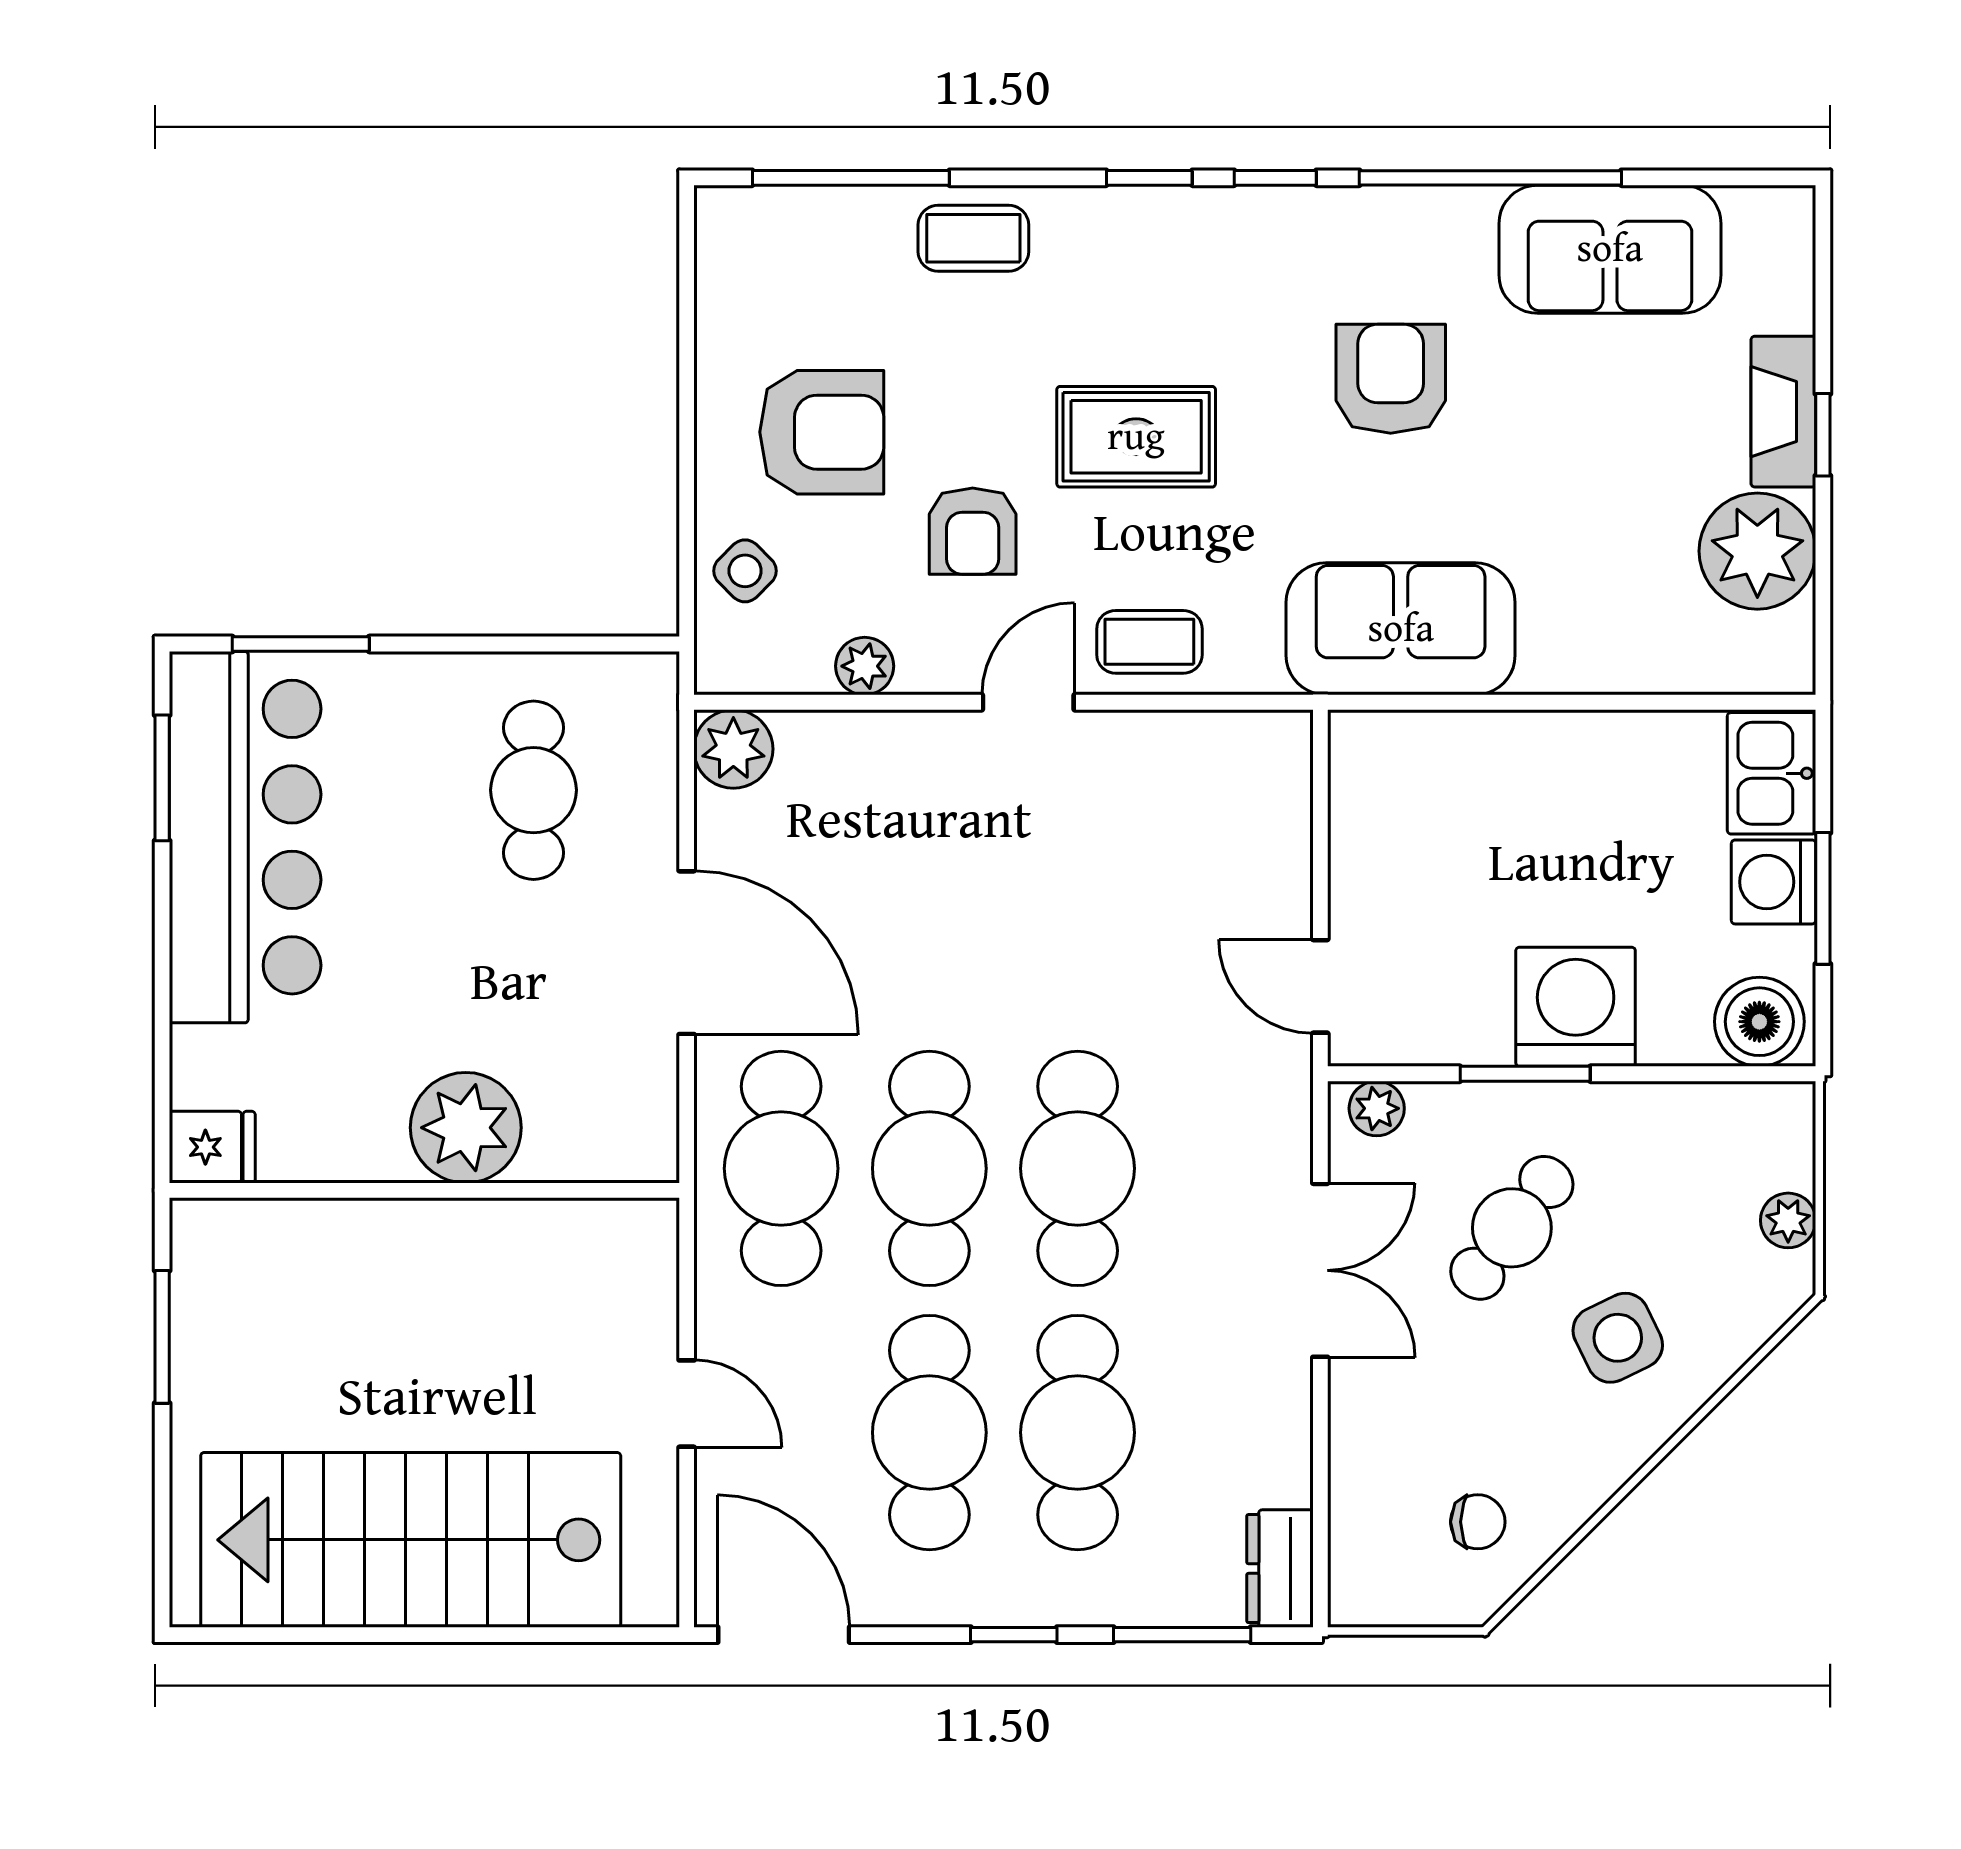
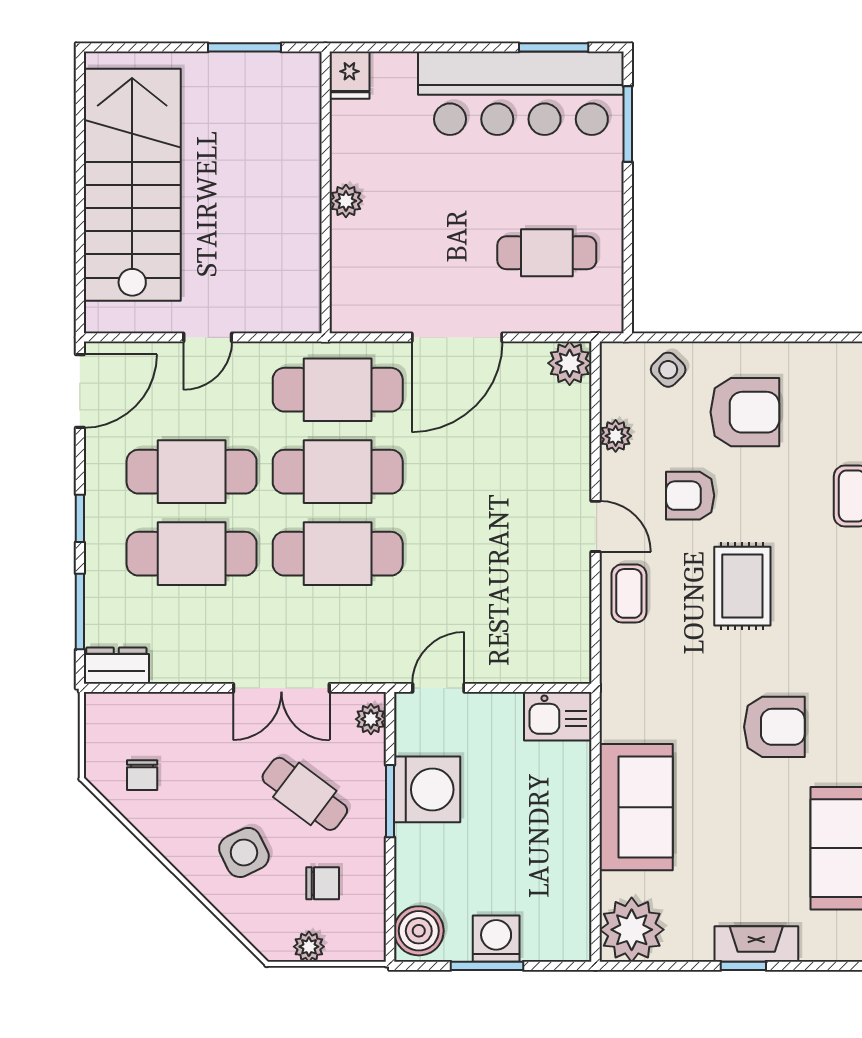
armchair: (822, 432) -> (745, 412), turned -90
plant: (1757, 551) -> (632, 930), moved
sofa: (1401, 629) -> (636, 807), moved
kitchen sink: (1772, 773) -> (558, 716), moved, turned 180
washing machine: (1576, 1007) -> (427, 789), moved
plant: (466, 1128) -> (346, 201), width x0.53, depth x0.53
chair: (1673, 1196) -> (323, 883), added

